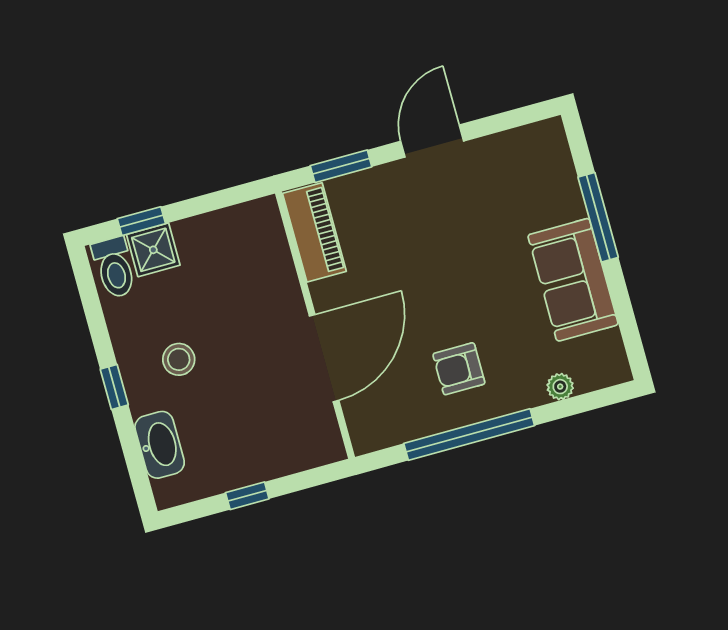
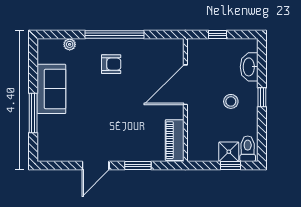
piano: (314, 232) -> (175, 140), moved
wall: (315, 325) -> (185, 100), moved
door: (324, 358) -> (185, 85), moved

